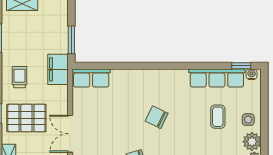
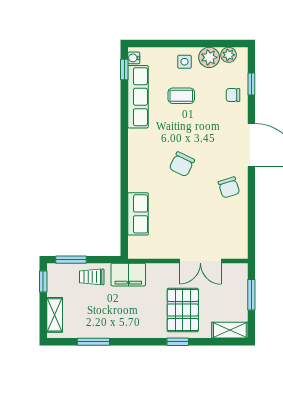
window: (71, 40) -> (71, 260), moved
trolley: (20, 77) -> (92, 277), moved
row of seats: (91, 78) -> (138, 214), moved

